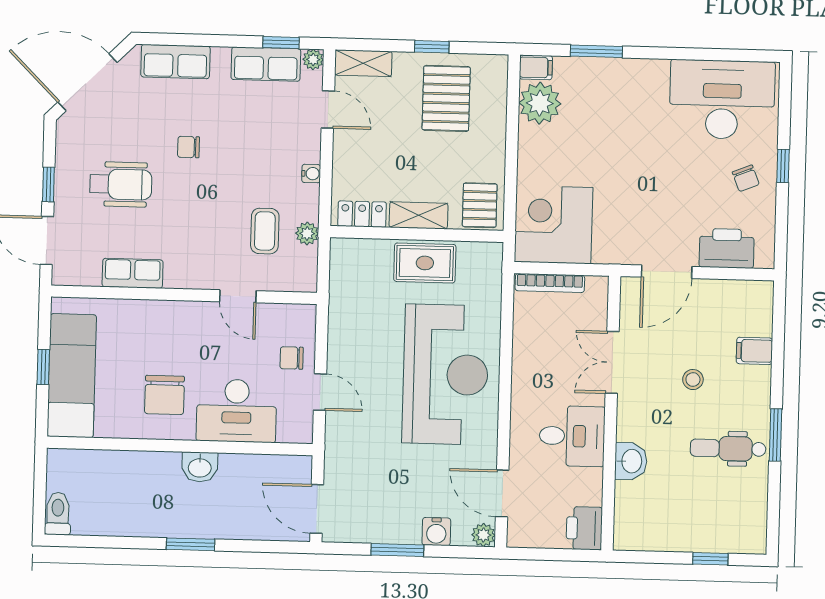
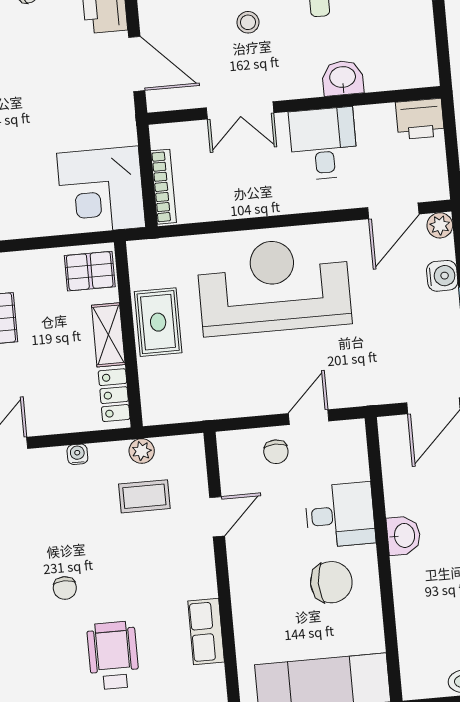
desk: (237, 411) -> (340, 515), width x0.73

